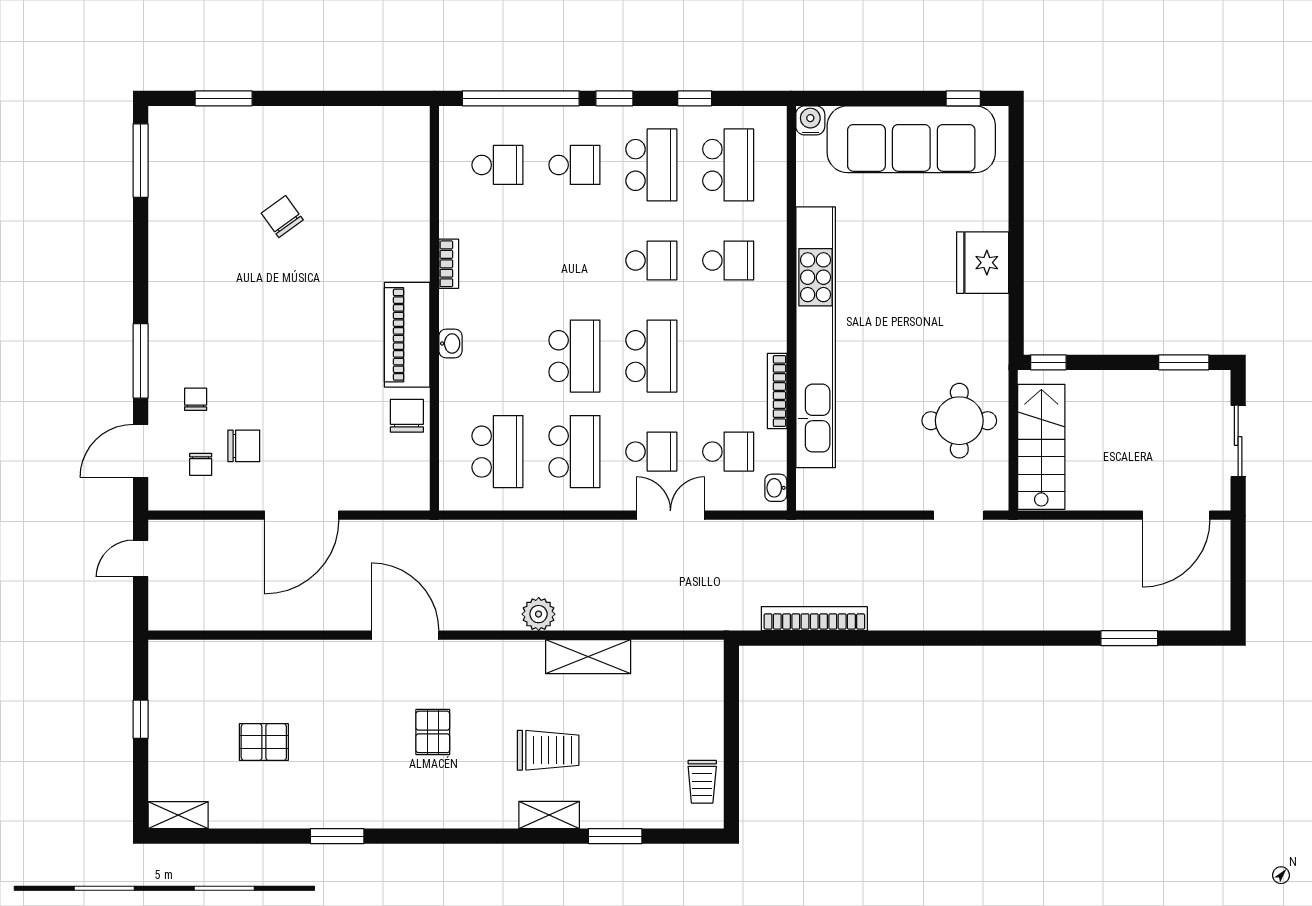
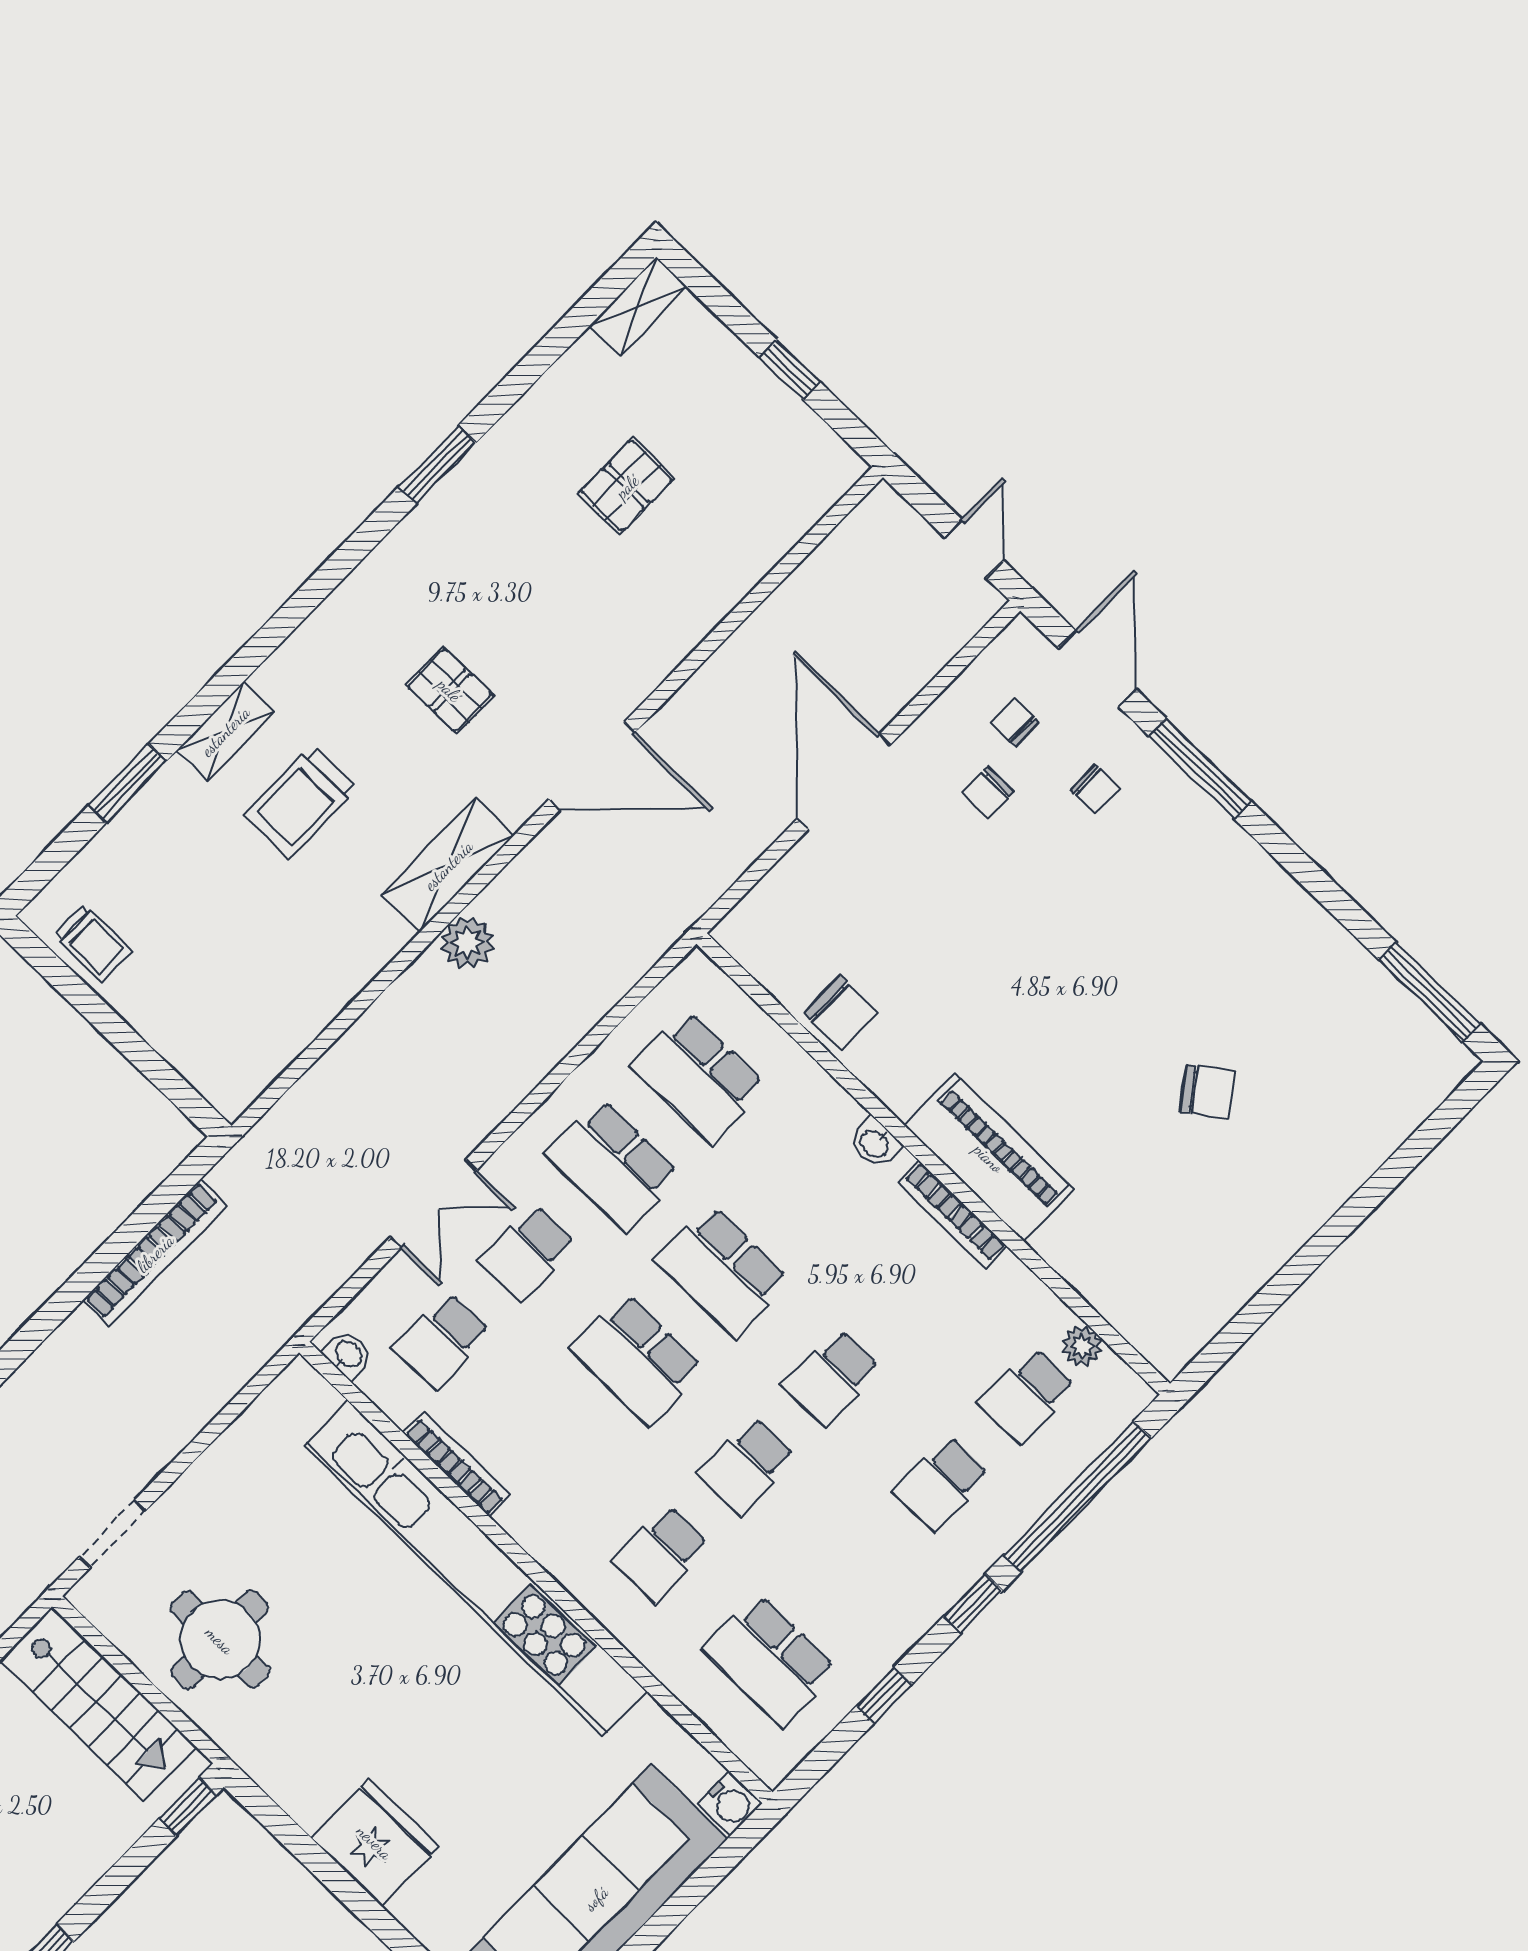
window: (224, 98) -> (1408, 1156), removed
plant: (451, 162) -> (1082, 1346), added
school desk: (651, 165) -> (832, 1377), moved, width x0.54
bookcase: (449, 264) -> (952, 1214), width x1.56
piano: (407, 335) -> (989, 1158), moved
chair: (244, 446) -> (988, 792), width x0.73, depth x0.73
shelving: (588, 657) -> (448, 865), moved
trolley: (702, 782) -> (93, 943), turned 180

